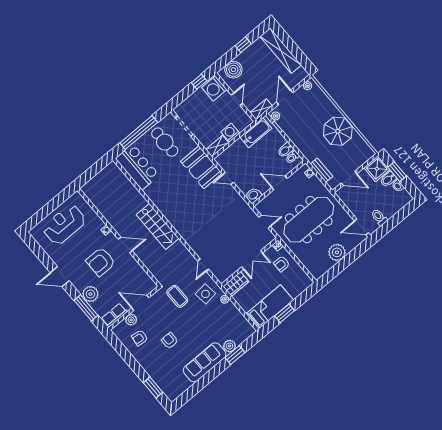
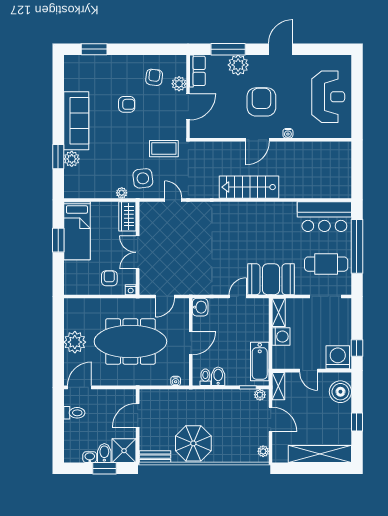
bench: (321, 170) -> (155, 457), moved
meeting table: (309, 220) -> (130, 341), turned 90

